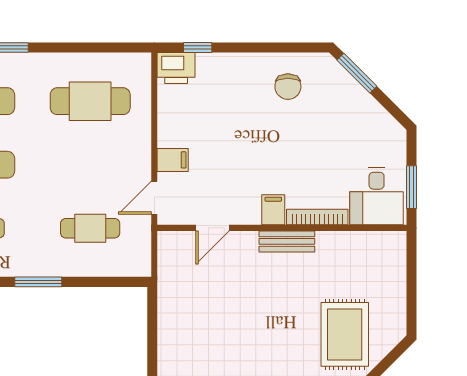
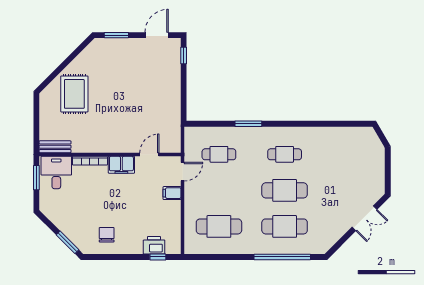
printer: (176, 68) -> (154, 245), moved
filing cabinet: (273, 210) -> (121, 165), width x2.00
bench: (287, 241) -> (55, 147), moved

